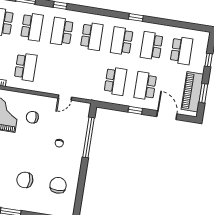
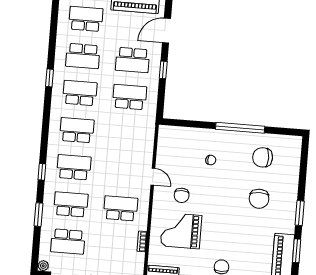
school desk: (62, 32) -> (74, 167), turned 180
school desk: (122, 41) -> (80, 93), turned 180
door: (65, 98) -> (153, 177), moved
window: (88, 137) -> (240, 128), moved

